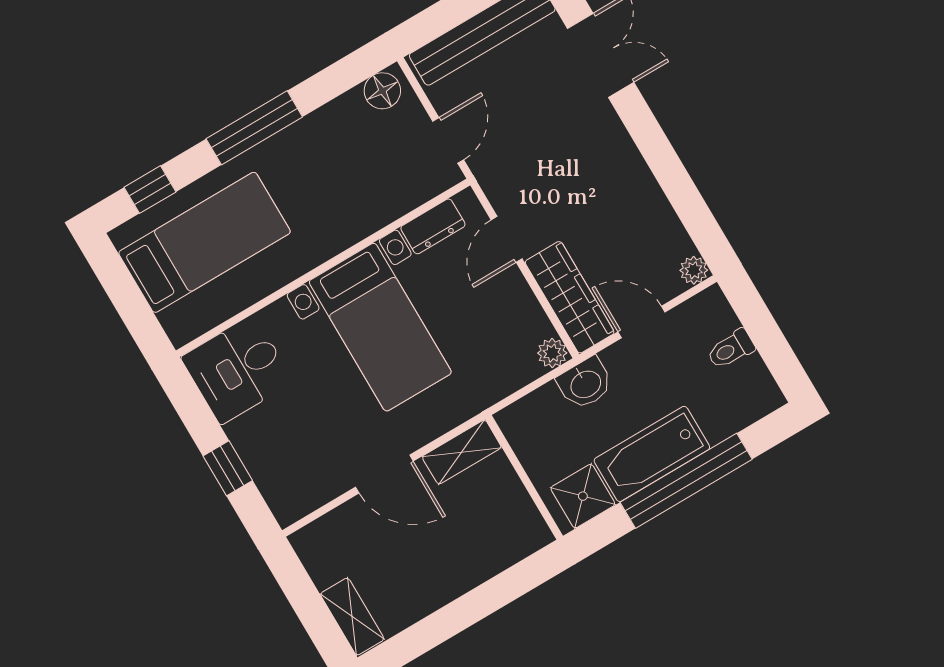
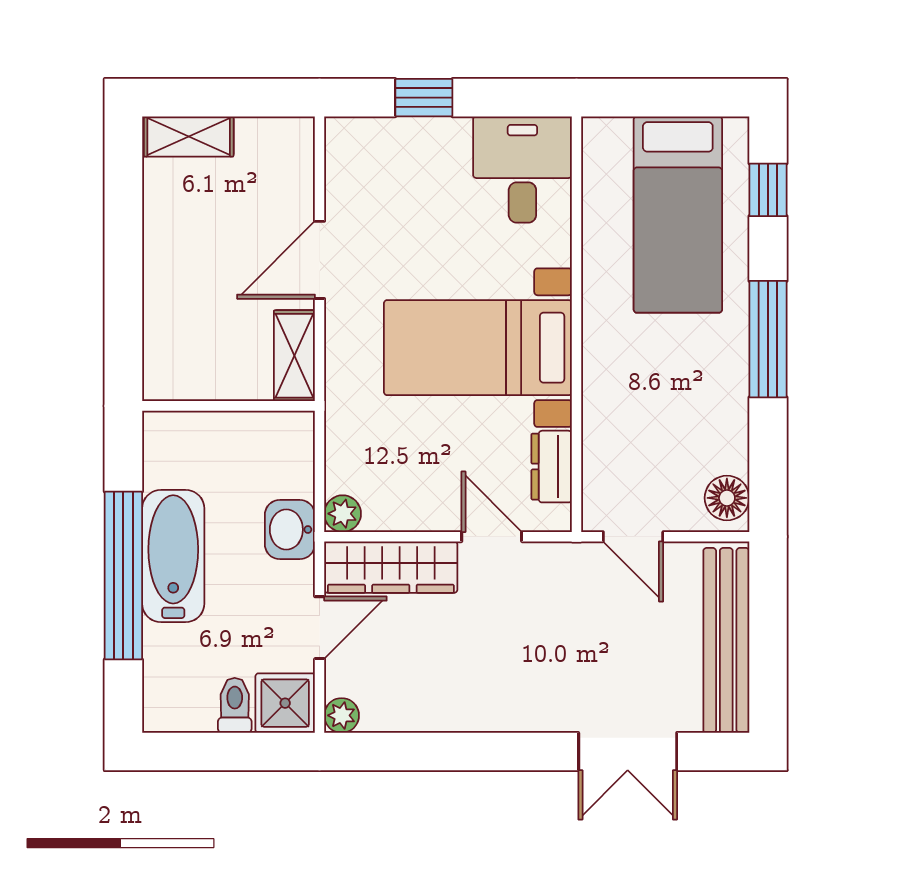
shower: (583, 496) -> (285, 703), moved

